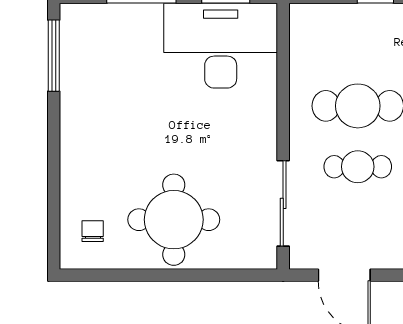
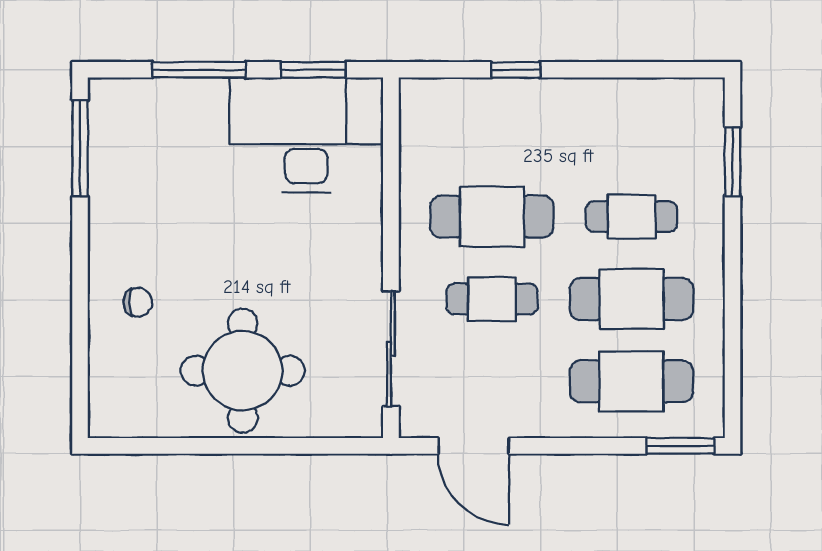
chair: (93, 231) -> (138, 302), moved, turned 90

